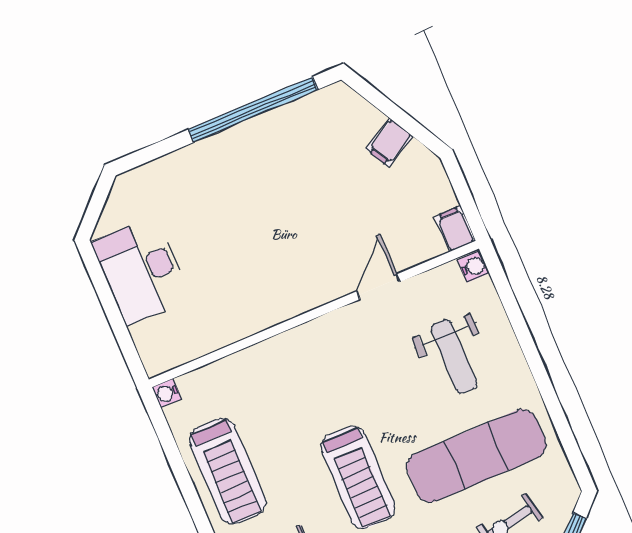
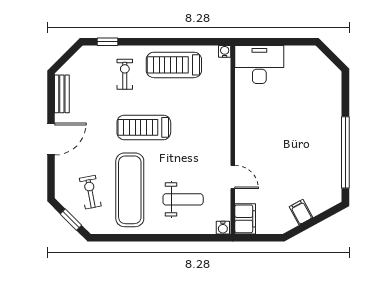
filing cabinet: (455, 229) -> (245, 219), width x2.00
desk: (141, 270) -> (259, 65), moved
weight bench: (454, 356) -> (183, 199), turned 180

